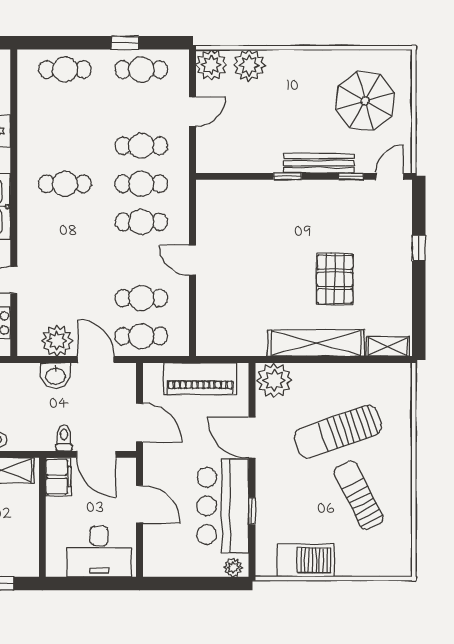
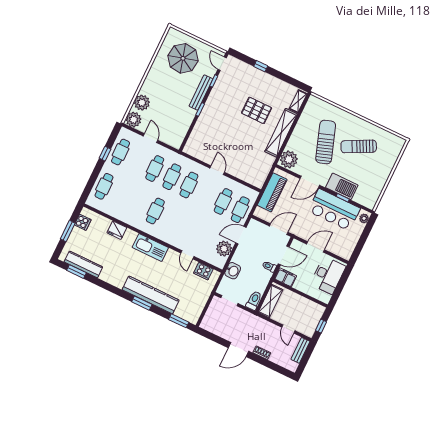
door: (192, 260) -> (217, 170), swing flipped
washbasin: (56, 376) -> (233, 271), moved
sun lounger: (338, 432) -> (326, 142), turned 180
barbecue: (306, 560) -> (342, 186), moved, turned 90

